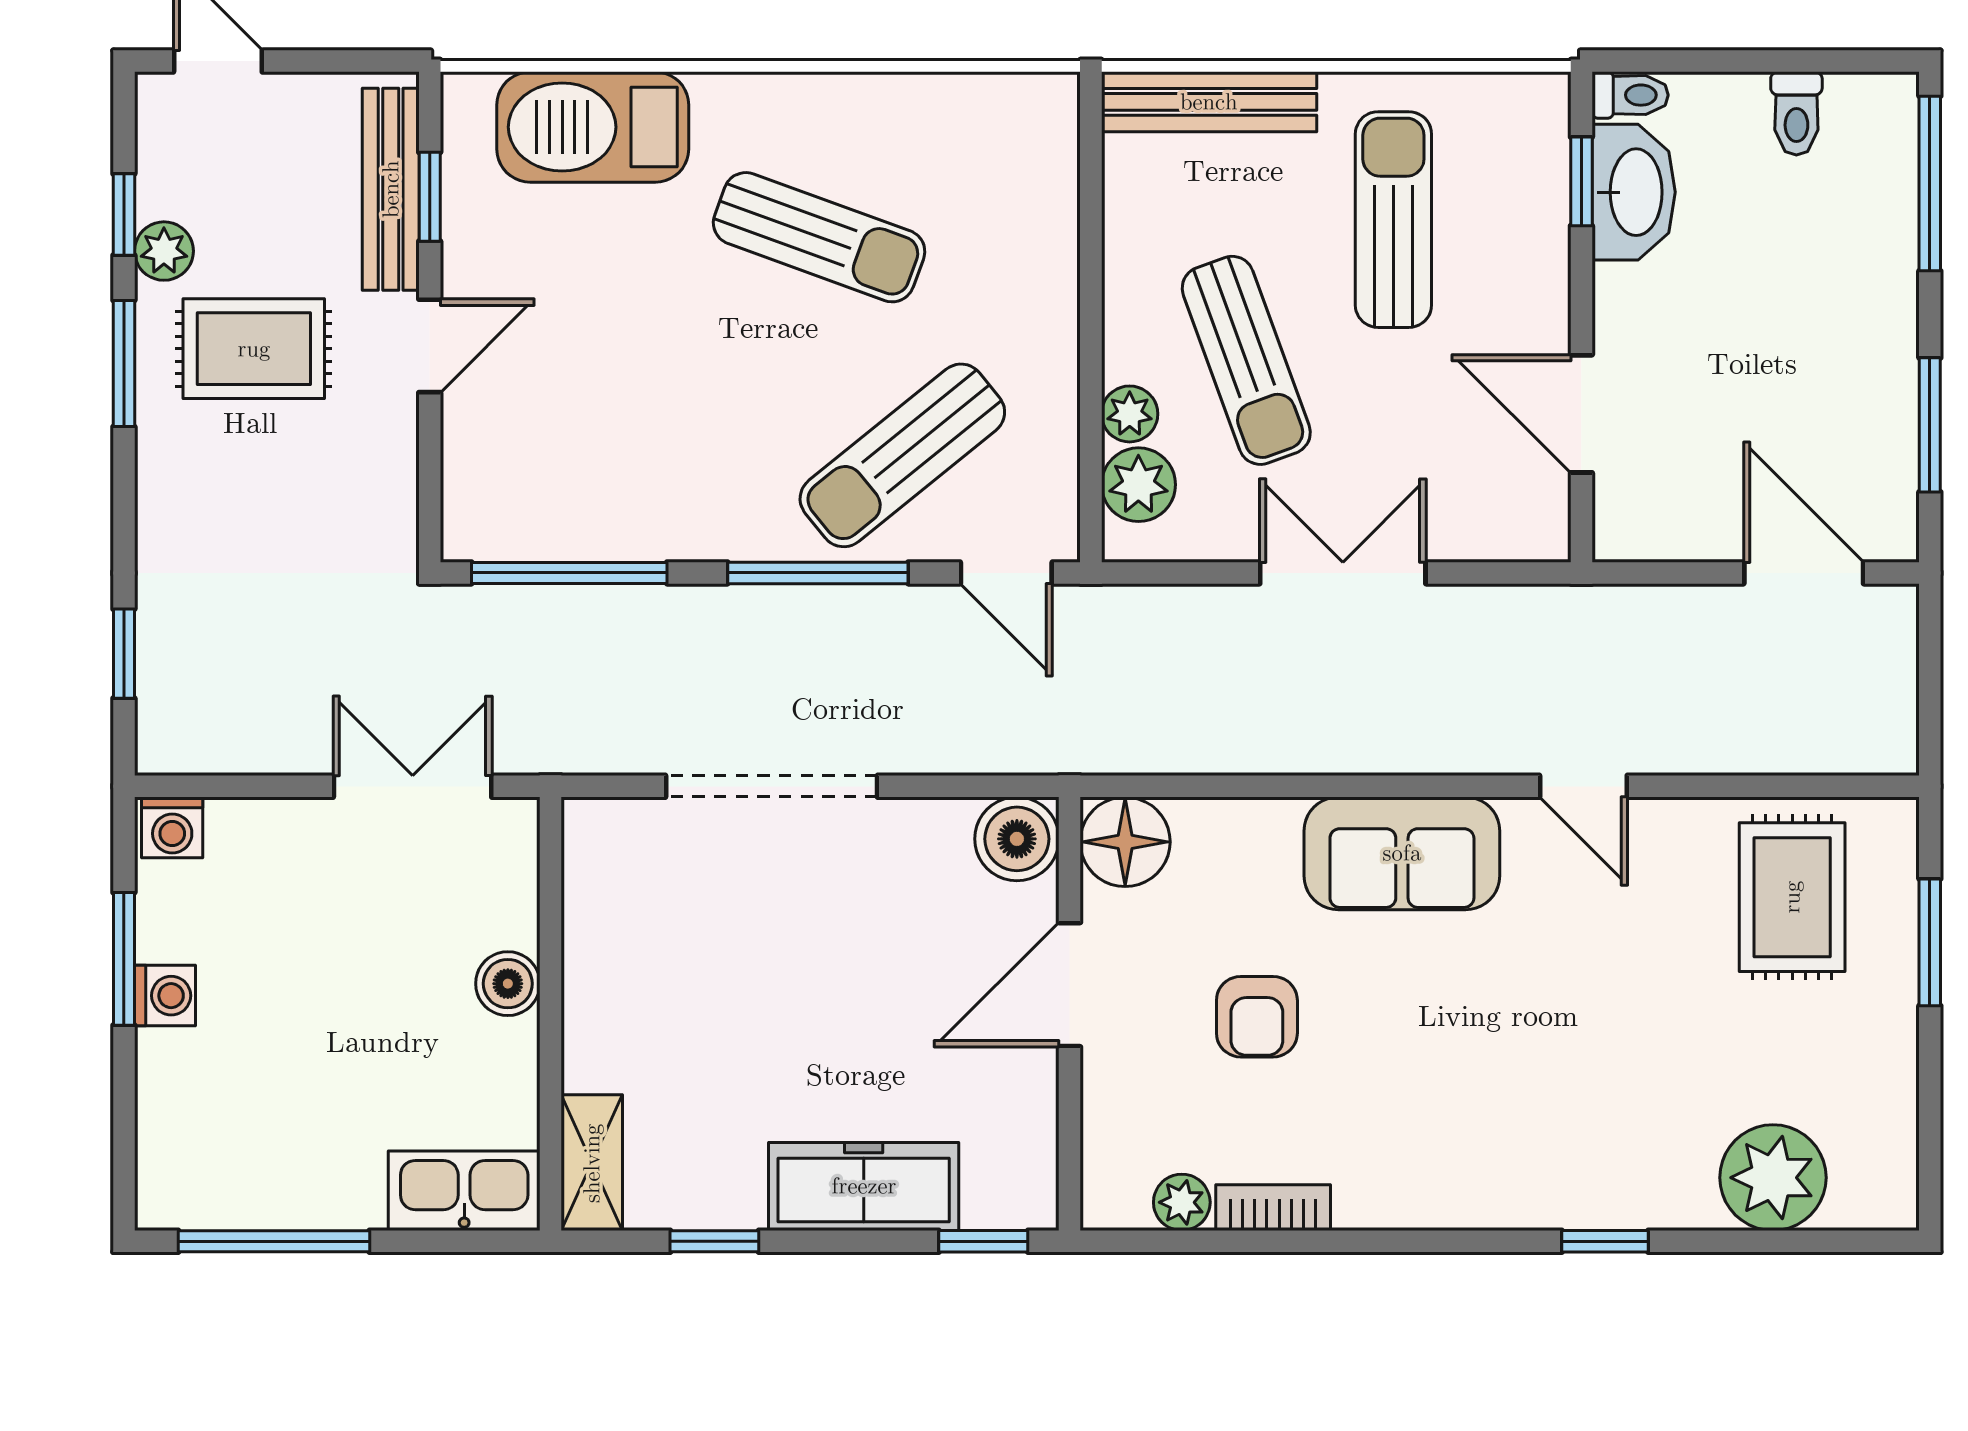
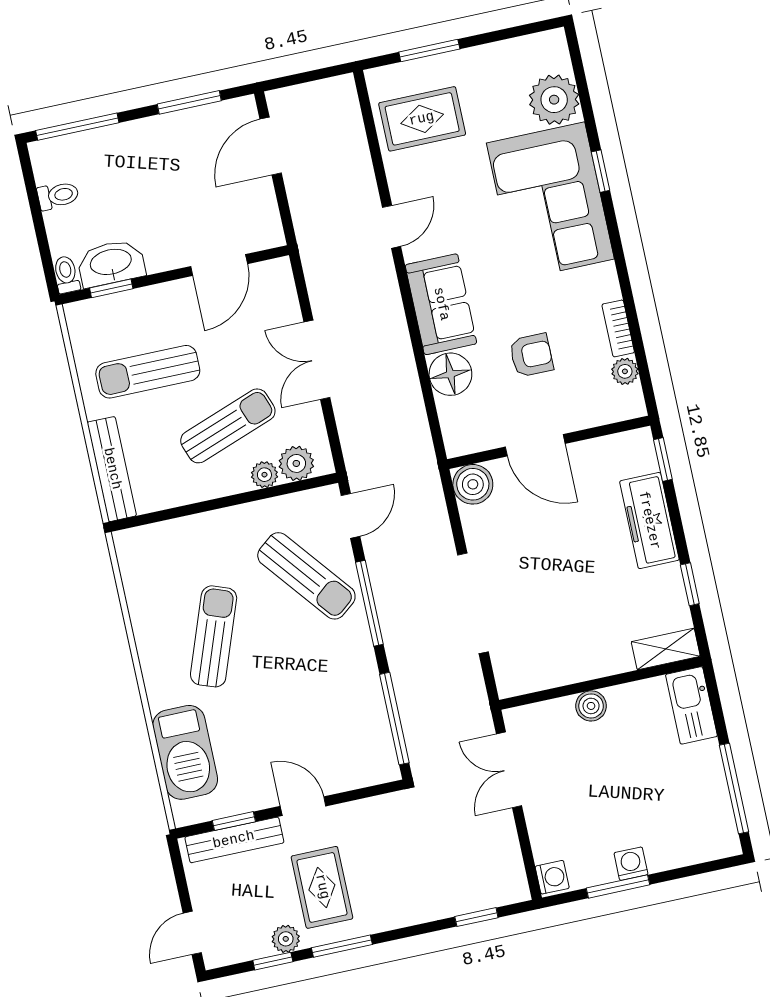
floor lamp: (1125, 842) -> (450, 374), moved
corner sofa: (1566, 1125) -> (550, 201), added

